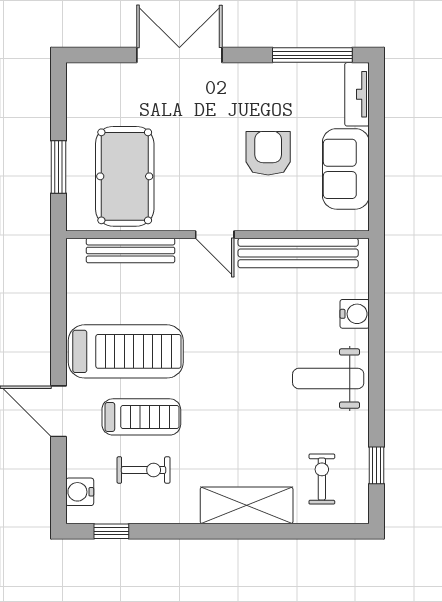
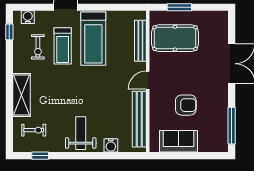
tv unit: (357, 94) -> (213, 147), removed

